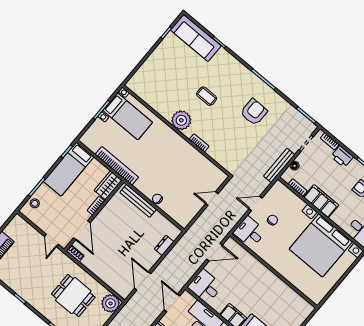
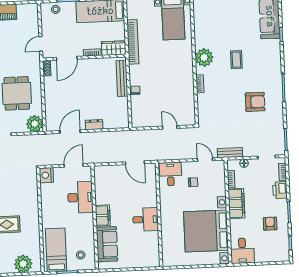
bench: (279, 165) -> (230, 153), width x0.73
door: (255, 203) -> (205, 160), moved
dresser: (164, 245) -> (94, 125), moved
desk: (205, 286) -> (146, 220), moved, turned 90

